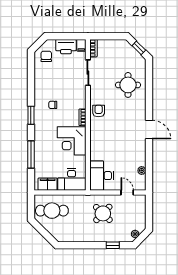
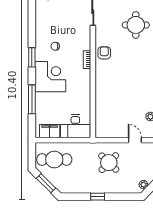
corner desk: (72, 141) -> (50, 77), moved, turned 180
desk: (102, 176) -> (107, 122), removed
window: (44, 233) -> (46, 183), added
window: (113, 245) -> (98, 197), moved

